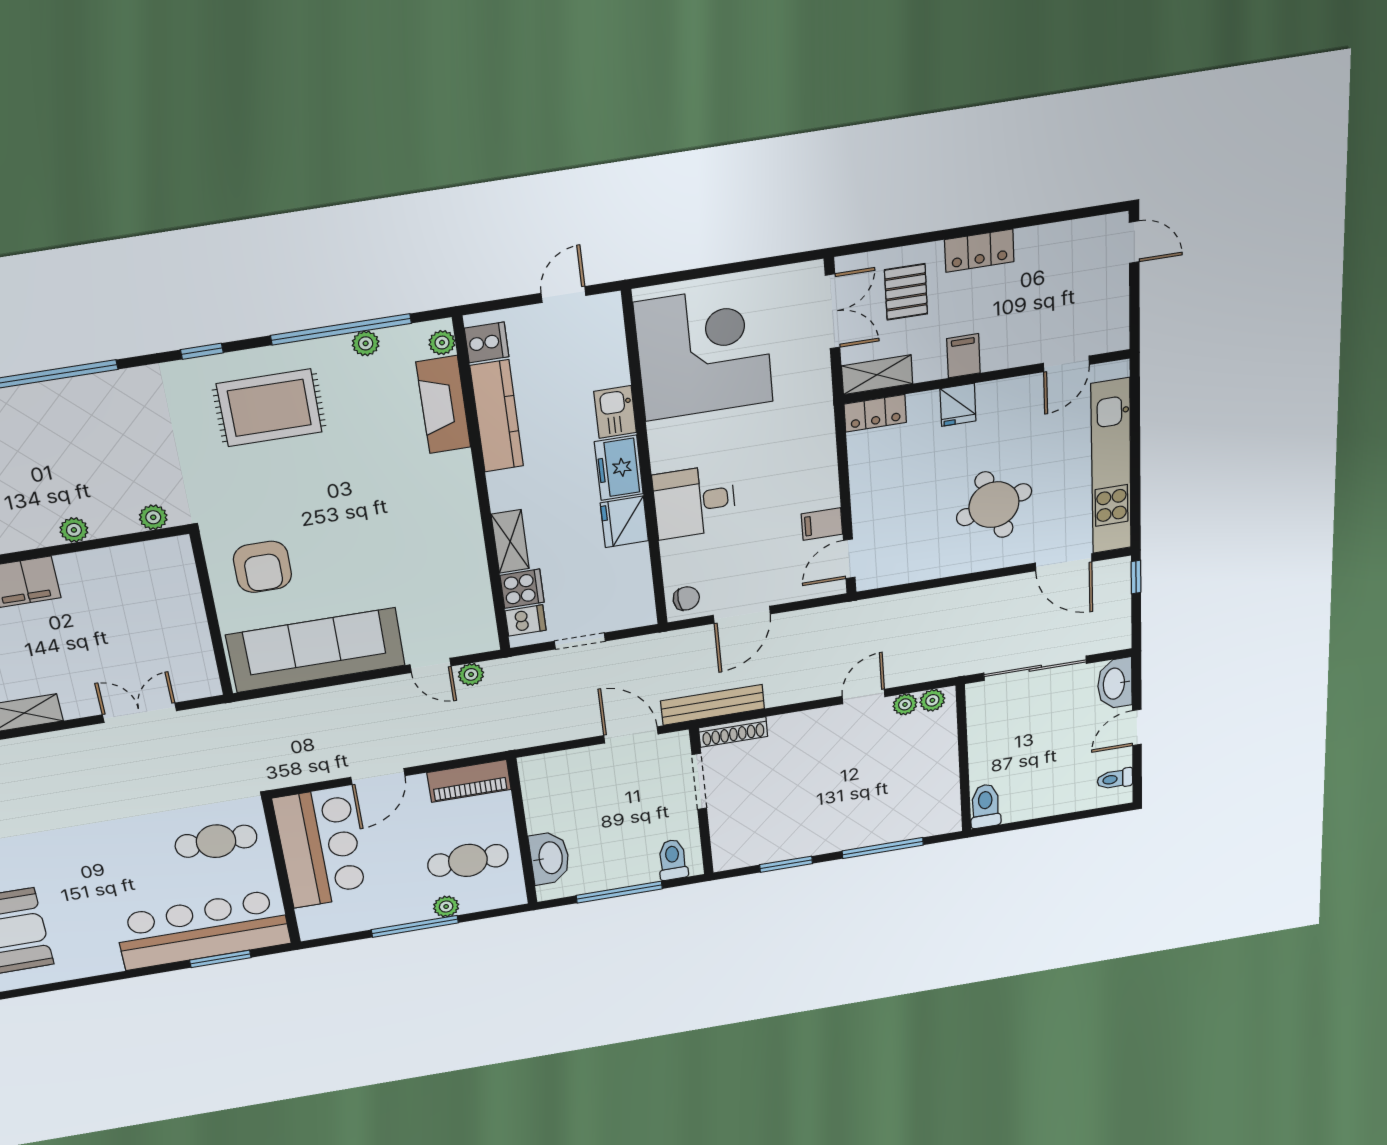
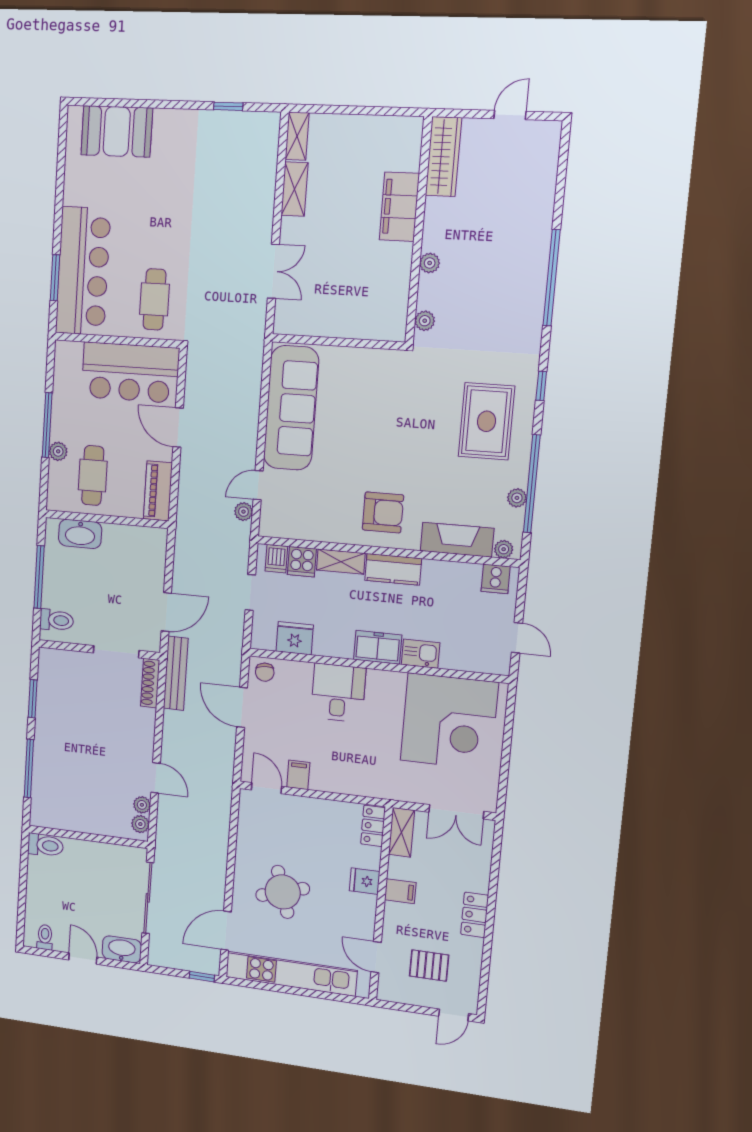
pallet: (906, 292) -> (429, 966), moved
kitchen counter: (497, 416) -> (393, 569), moved, width x0.67
fridge: (624, 522) -> (295, 638), moved
armchair: (262, 567) -> (383, 512), moved, turned 180

